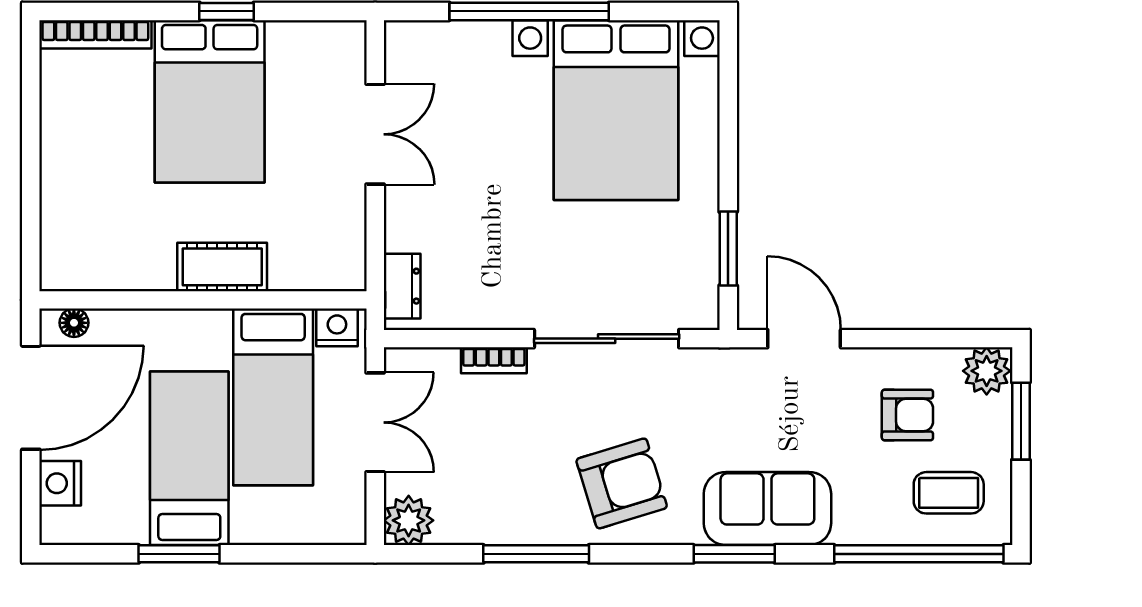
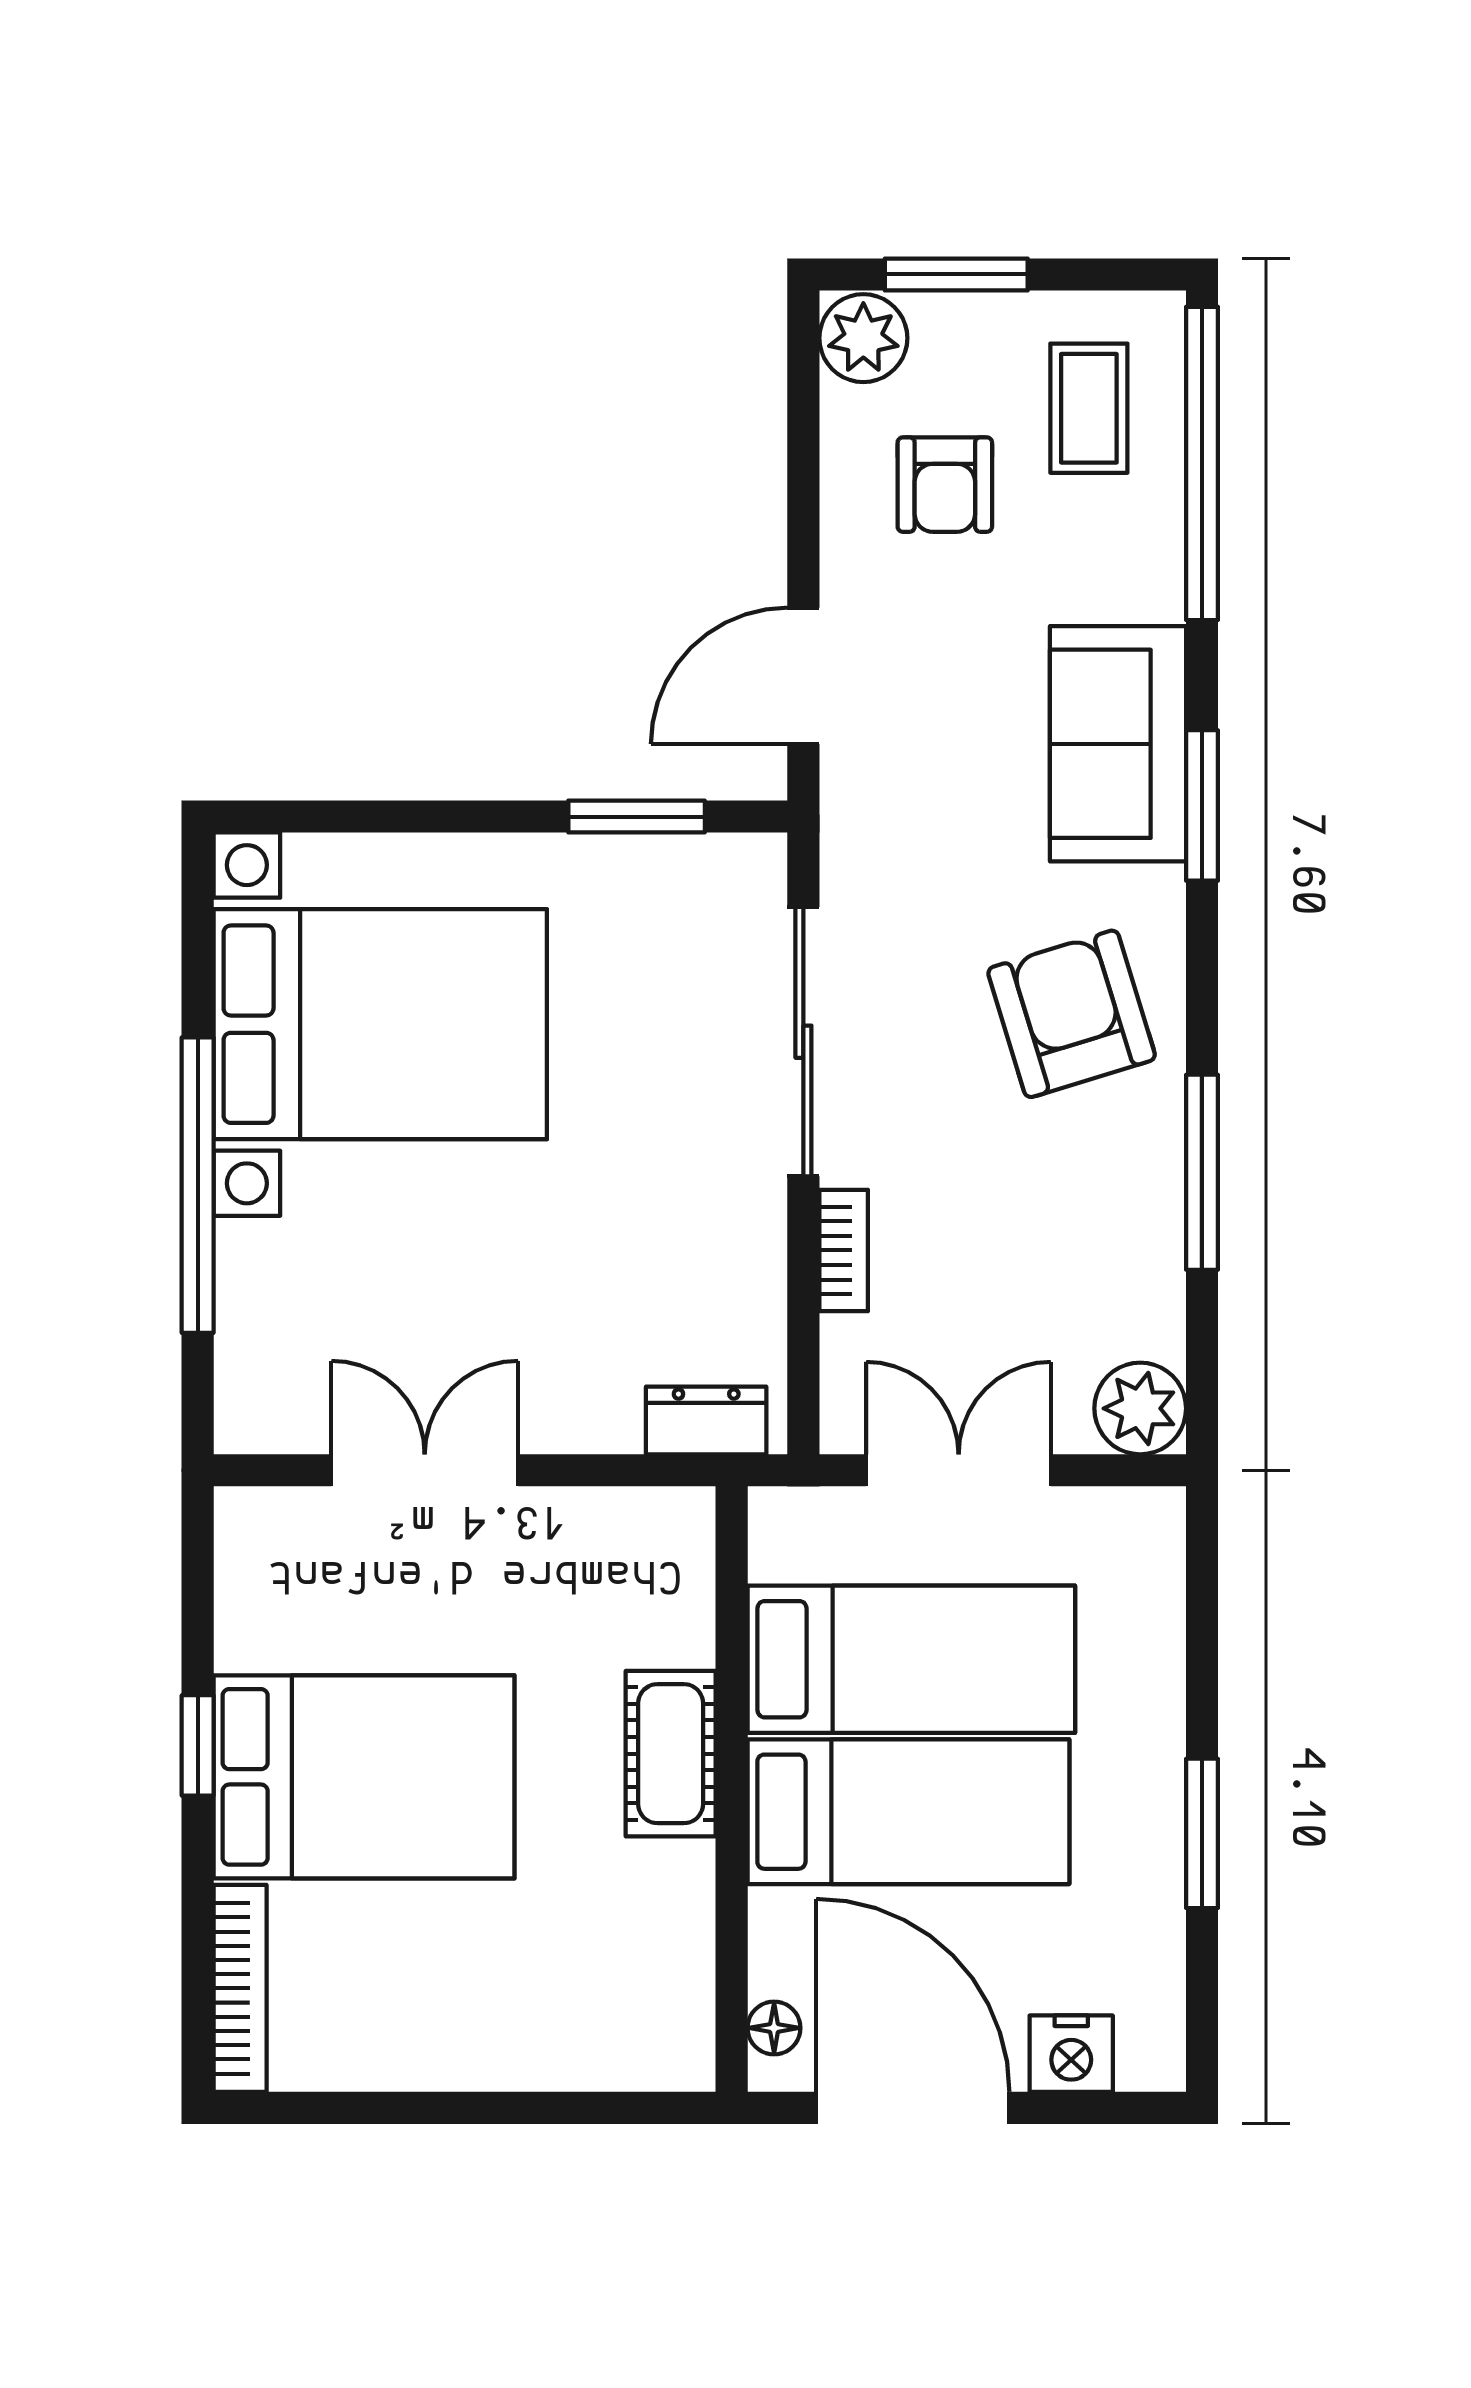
nightstand: (337, 327) -> (783, 1541), removed
armchair: (907, 415) -> (945, 485), turned 180
bed: (189, 458) -> (908, 1812), moved, turned 180

